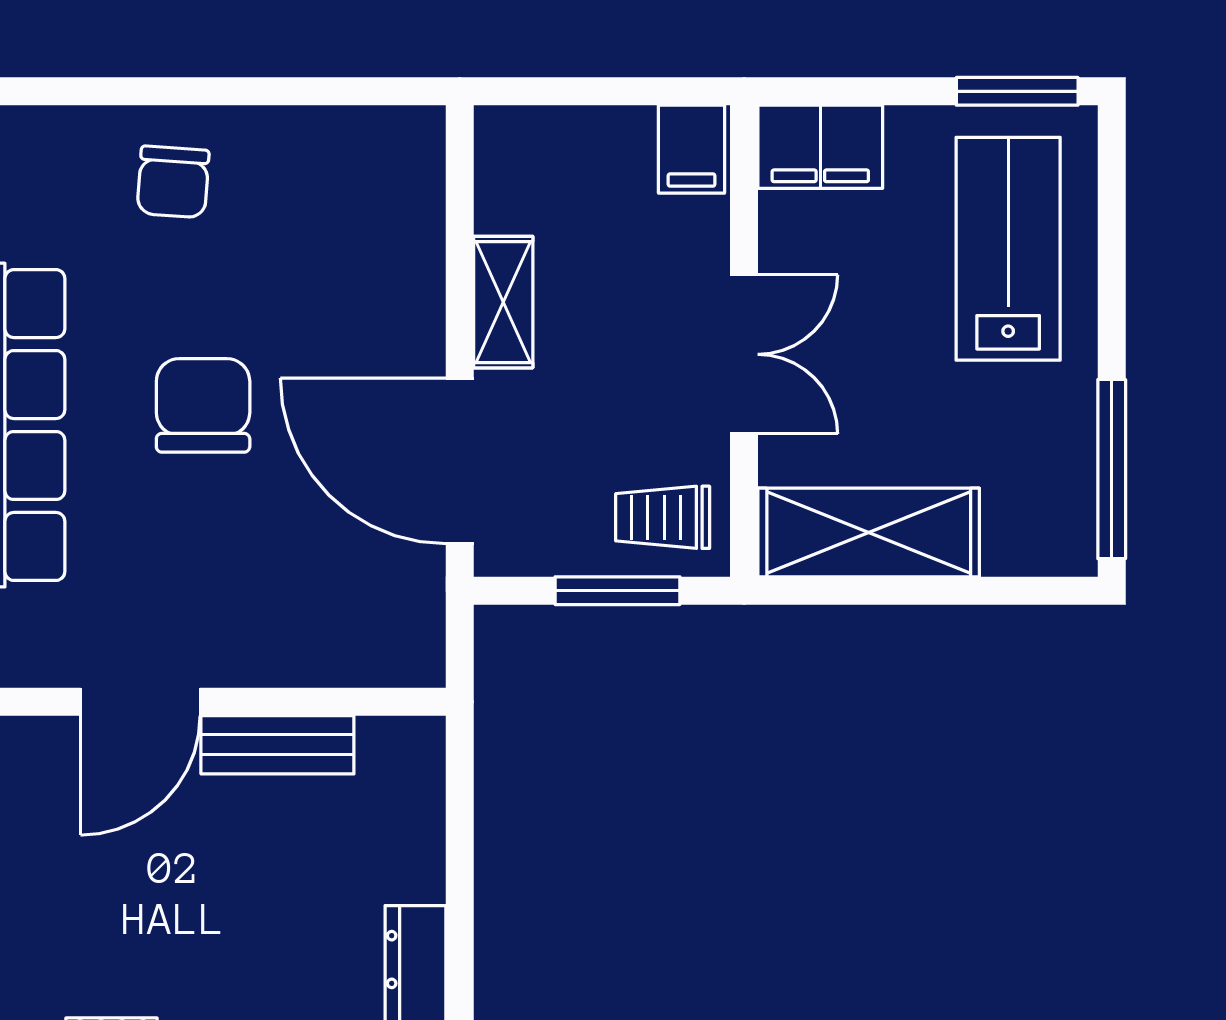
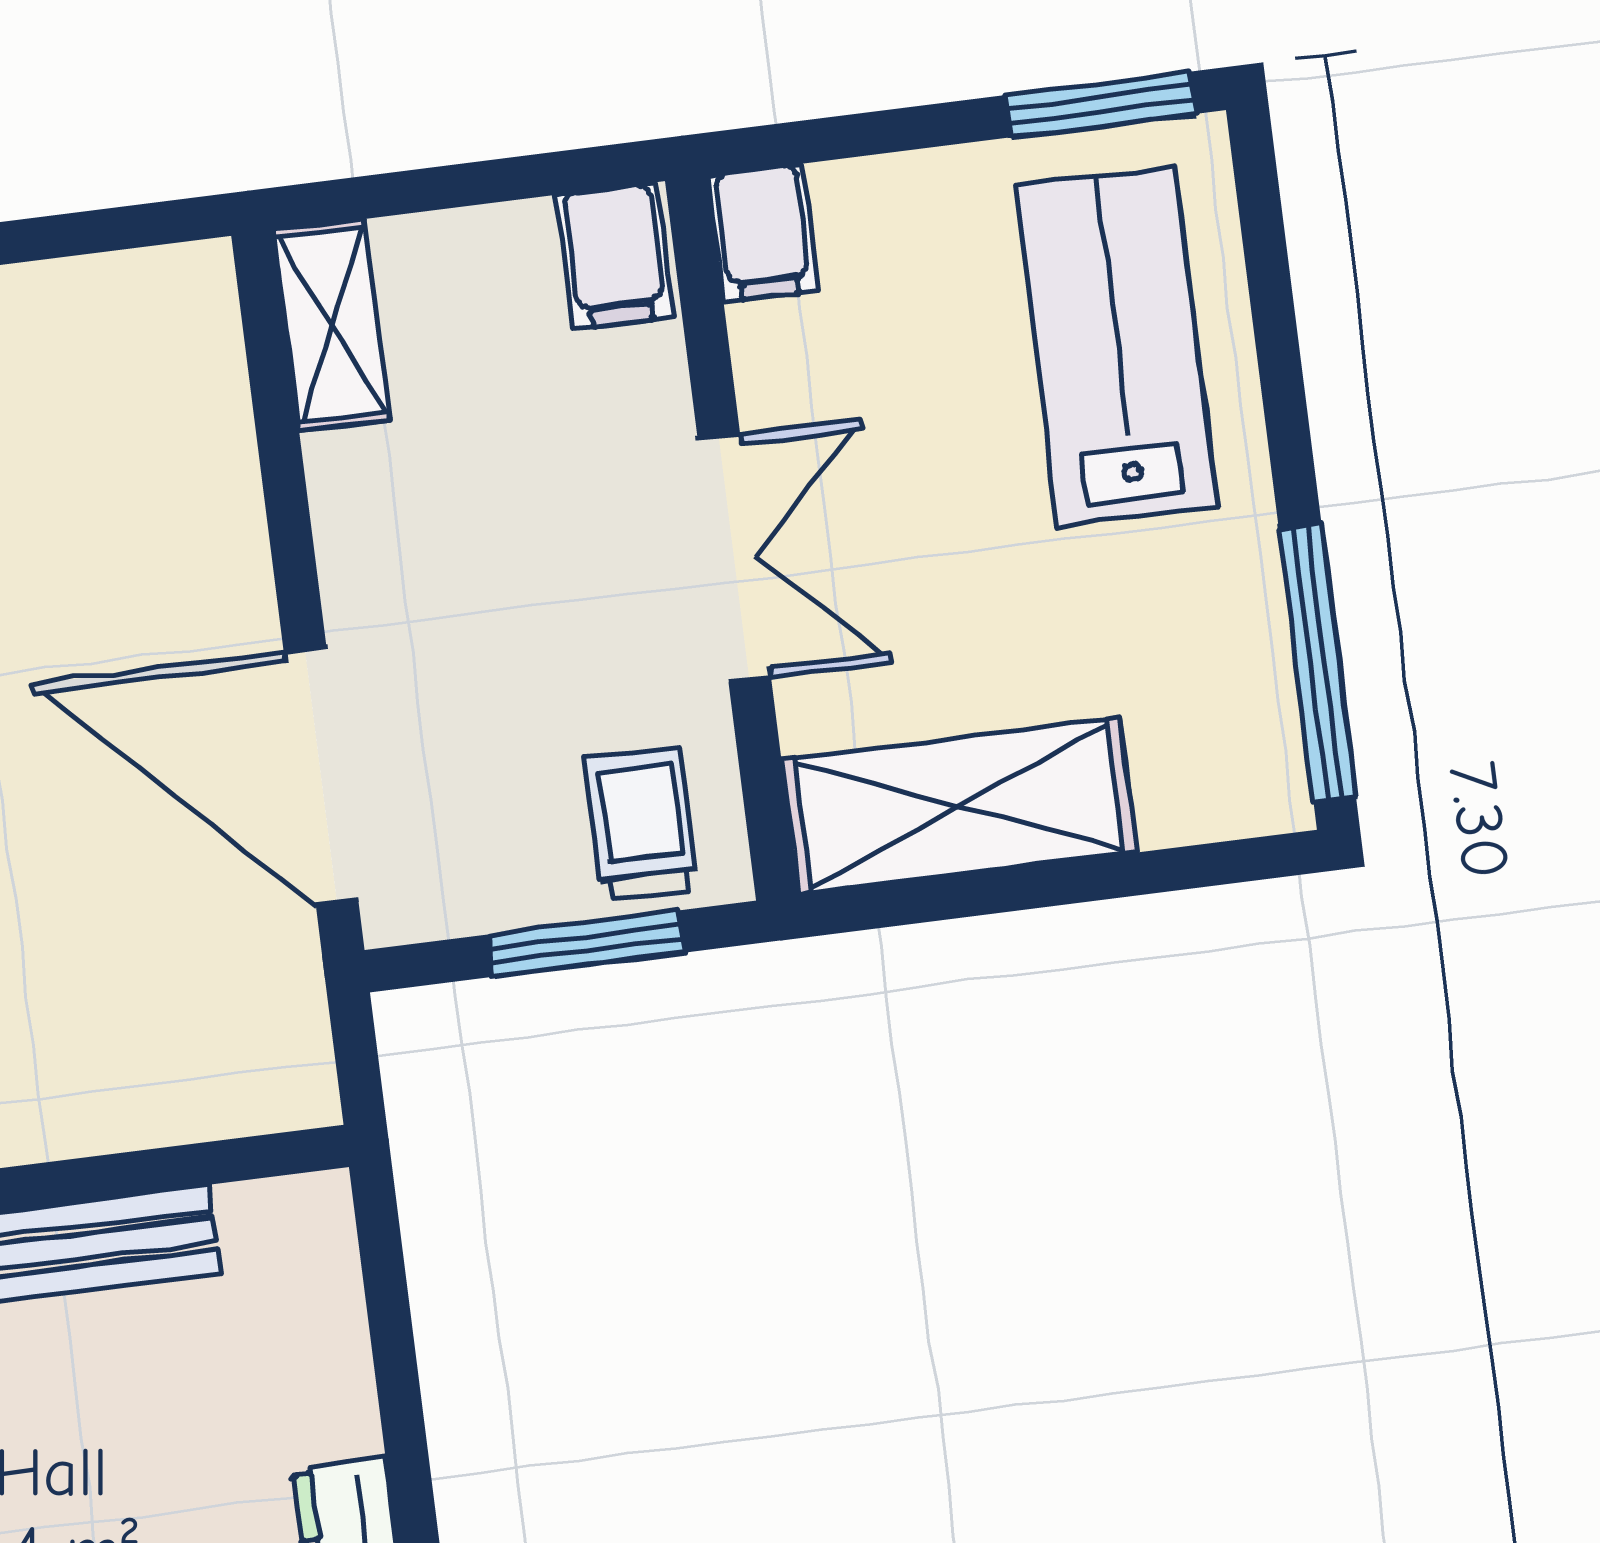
filing cabinet: (820, 147) -> (763, 233), width x0.50
shelving: (503, 302) -> (331, 325), moved
trolley: (663, 517) -> (641, 823), turned 90

